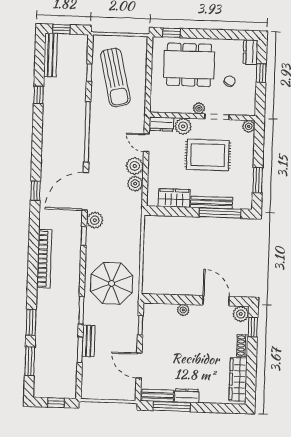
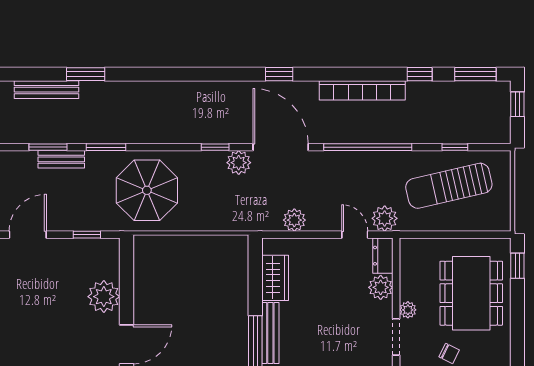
bench: (50, 55) -> (46, 90), moved
door: (146, 143) -> (355, 235), hinge flipped
rug: (208, 155) -> (340, 325), removed
plant: (135, 166) -> (385, 218), moved
bookcase: (44, 259) -> (362, 90), moved
plant: (183, 310) -> (104, 297), width x1.88, depth x1.88
window: (30, 361) -> (475, 74), moved

